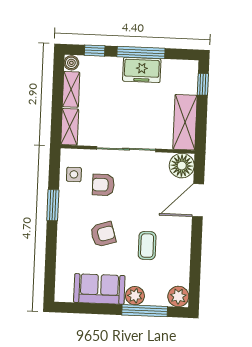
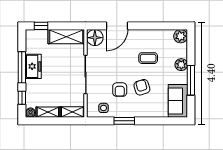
armchair: (103, 185) -> (120, 90), moved
door: (198, 200) -> (117, 26), hinge flipped
sofa: (99, 289) -> (178, 101), moved
window: (145, 311) -> (191, 80), moved

